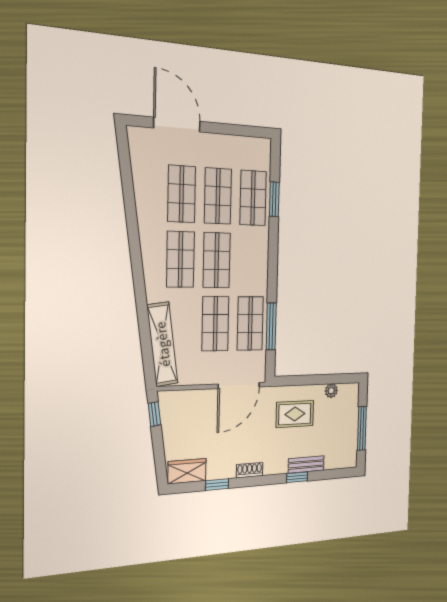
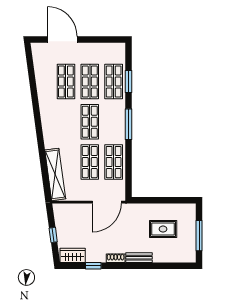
shop shelf: (180, 259) -> (66, 122), removed
window: (271, 326) -> (129, 124), moved
plant: (331, 391) -> (174, 208), removed
window: (154, 414) -> (53, 235), moved
rug: (295, 414) -> (163, 229), moved
bench: (306, 464) -> (139, 258), moved
window: (297, 477) -> (150, 266), removed

